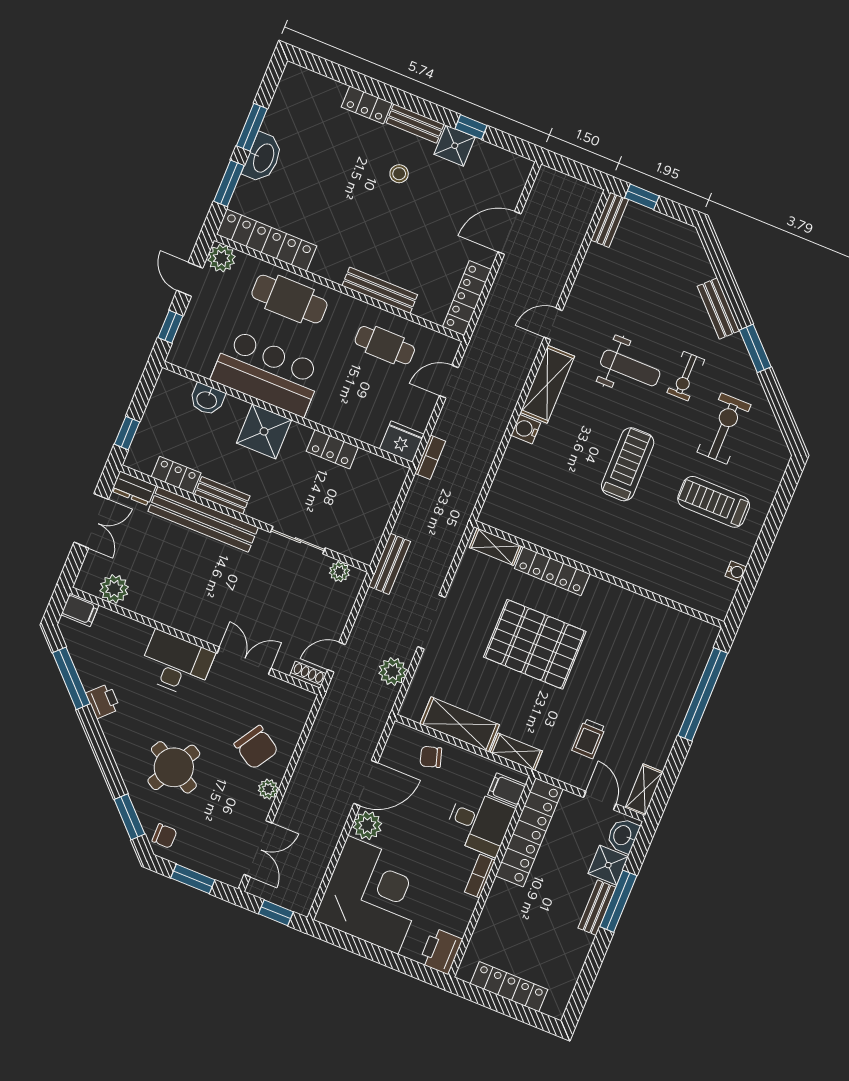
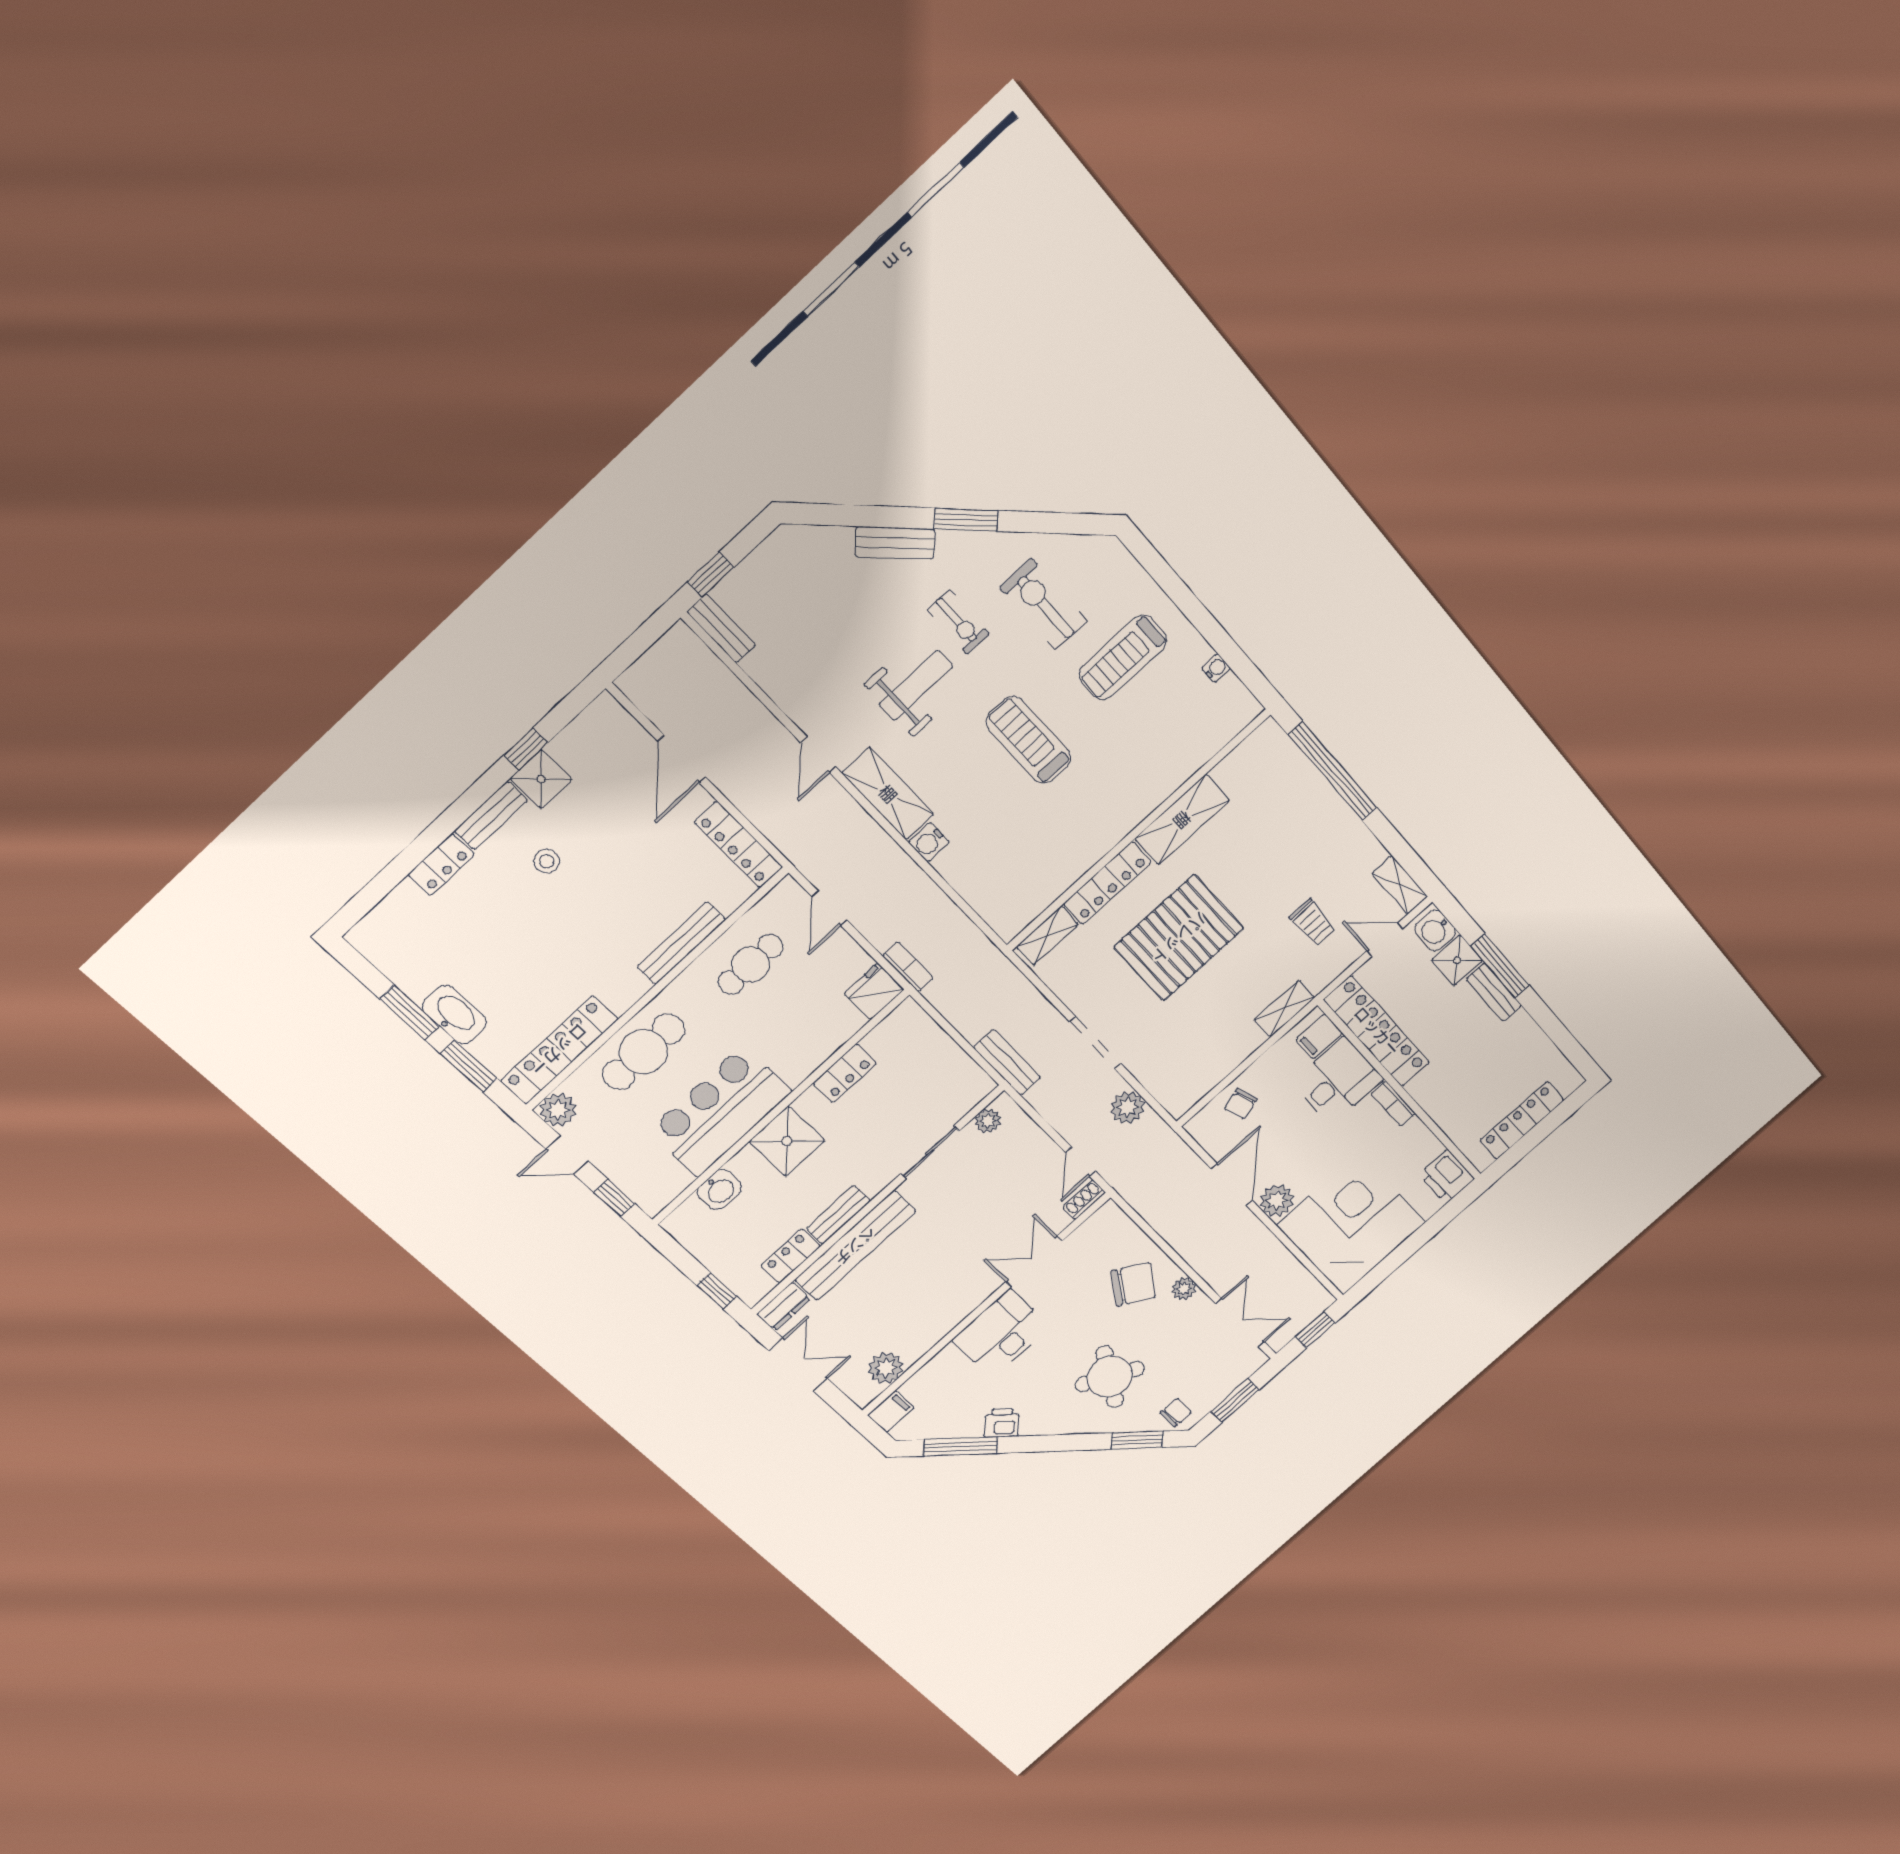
shelving: (460, 724) -> (1182, 820), moved

